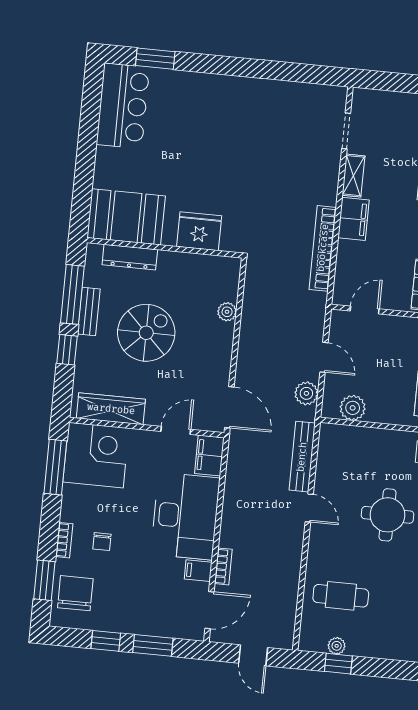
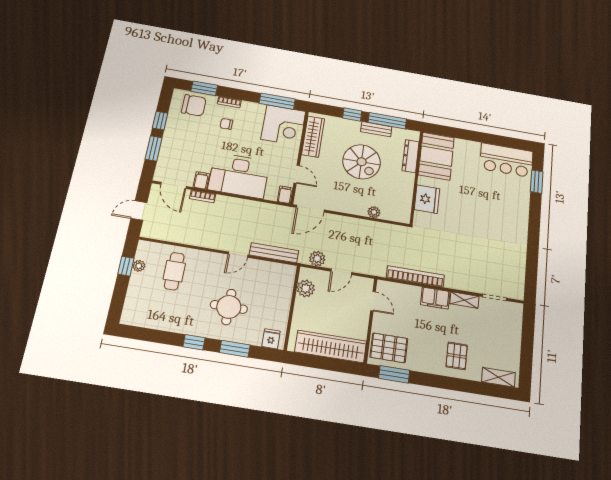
filing cabinet: (209, 455) -> (285, 195), width x0.50

